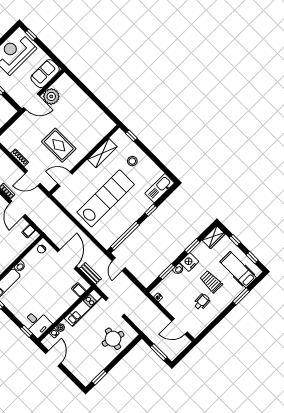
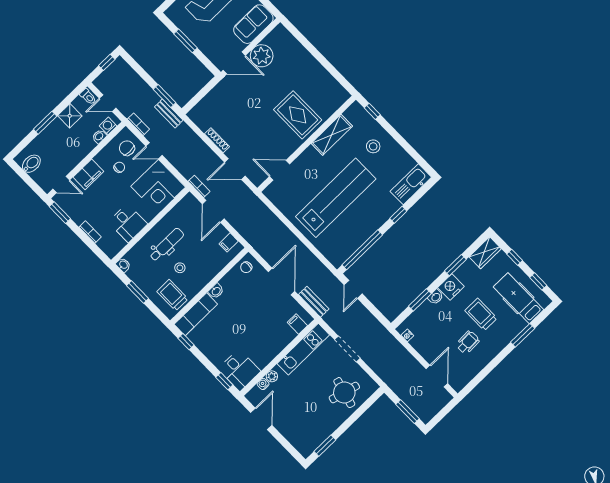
rug: (59, 145) -> (298, 115), moved
door: (180, 326) -> (437, 376), swing flipped

